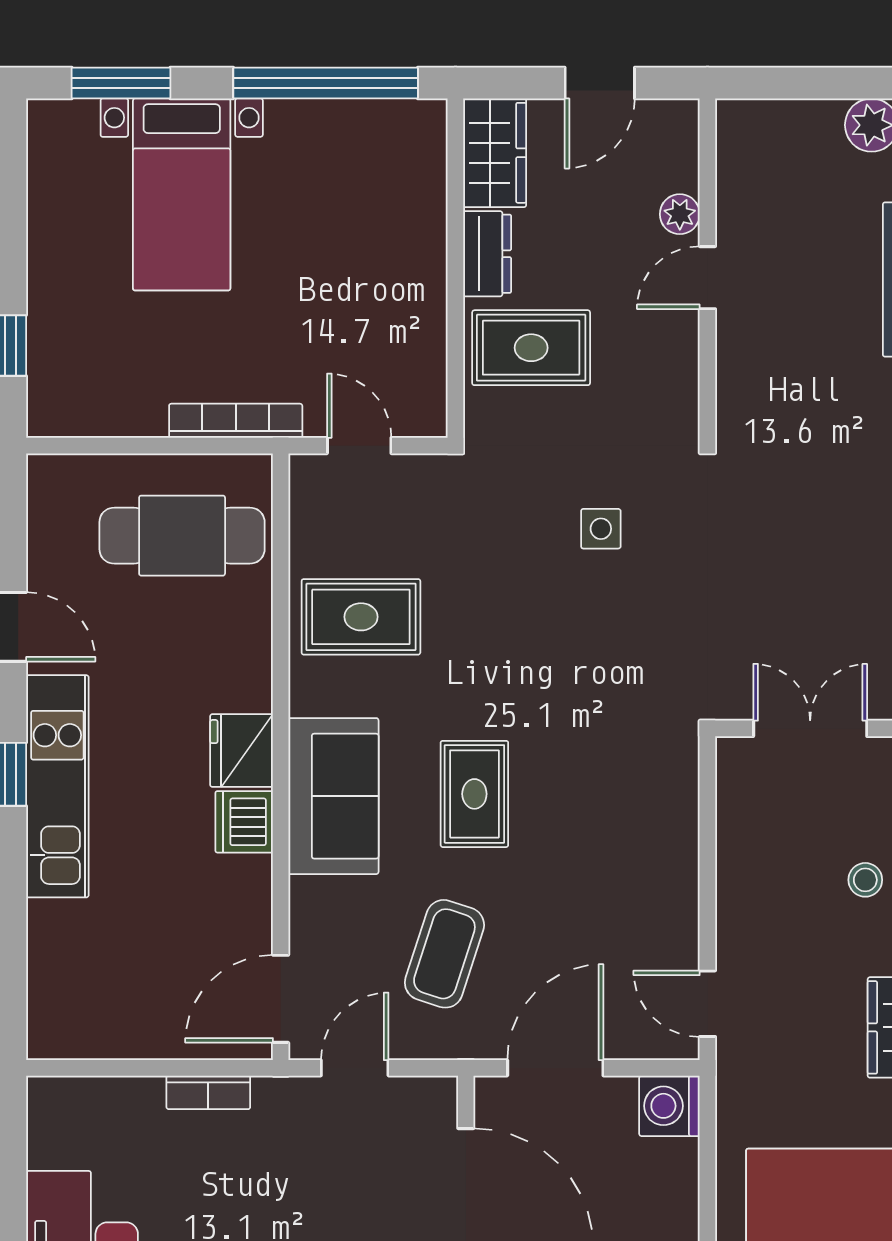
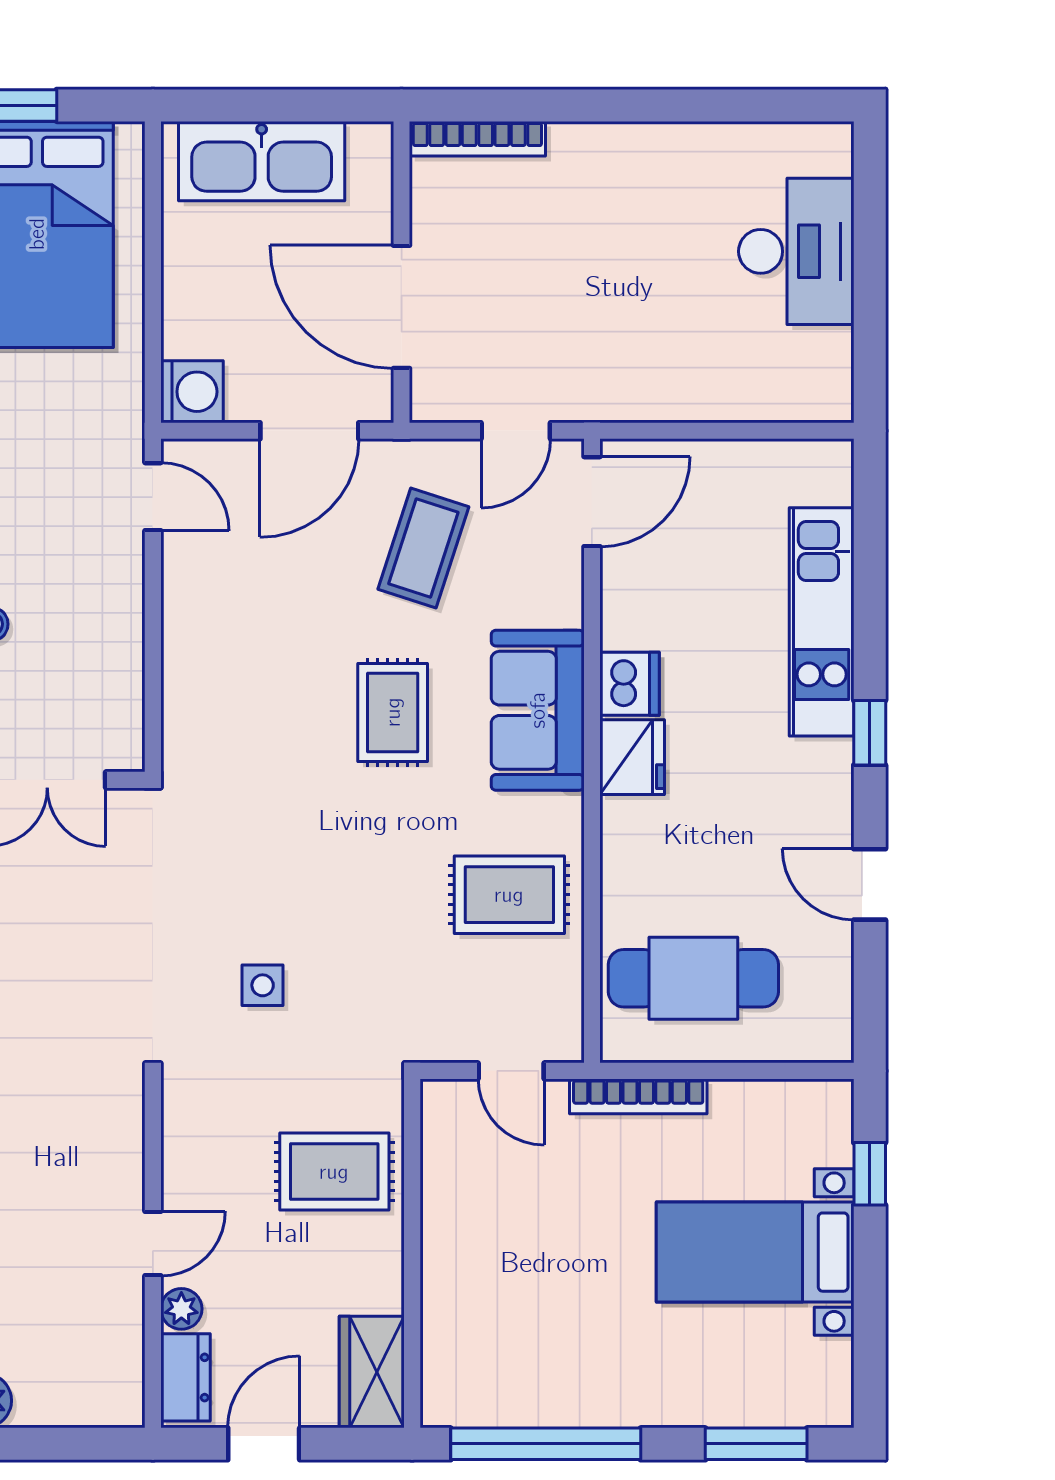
bed with nightstands: (182, 194) -> (755, 1252), moved, turned -90
dresser: (487, 254) -> (185, 1377), moved, turned 180
kitchen unit: (57, 786) -> (822, 622), moved
bookcase: (208, 1092) -> (666, 406), removed

